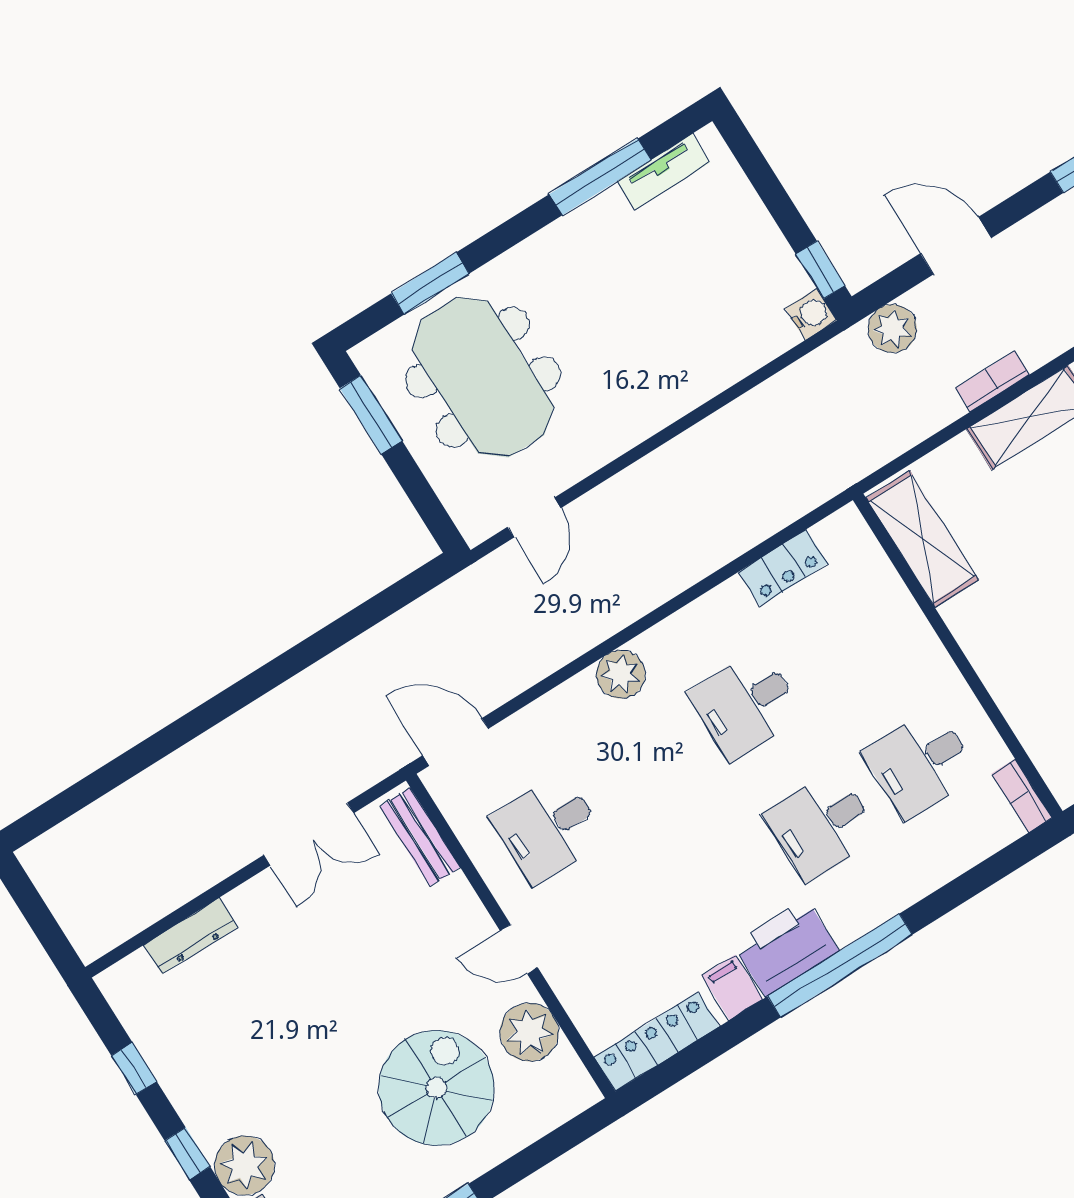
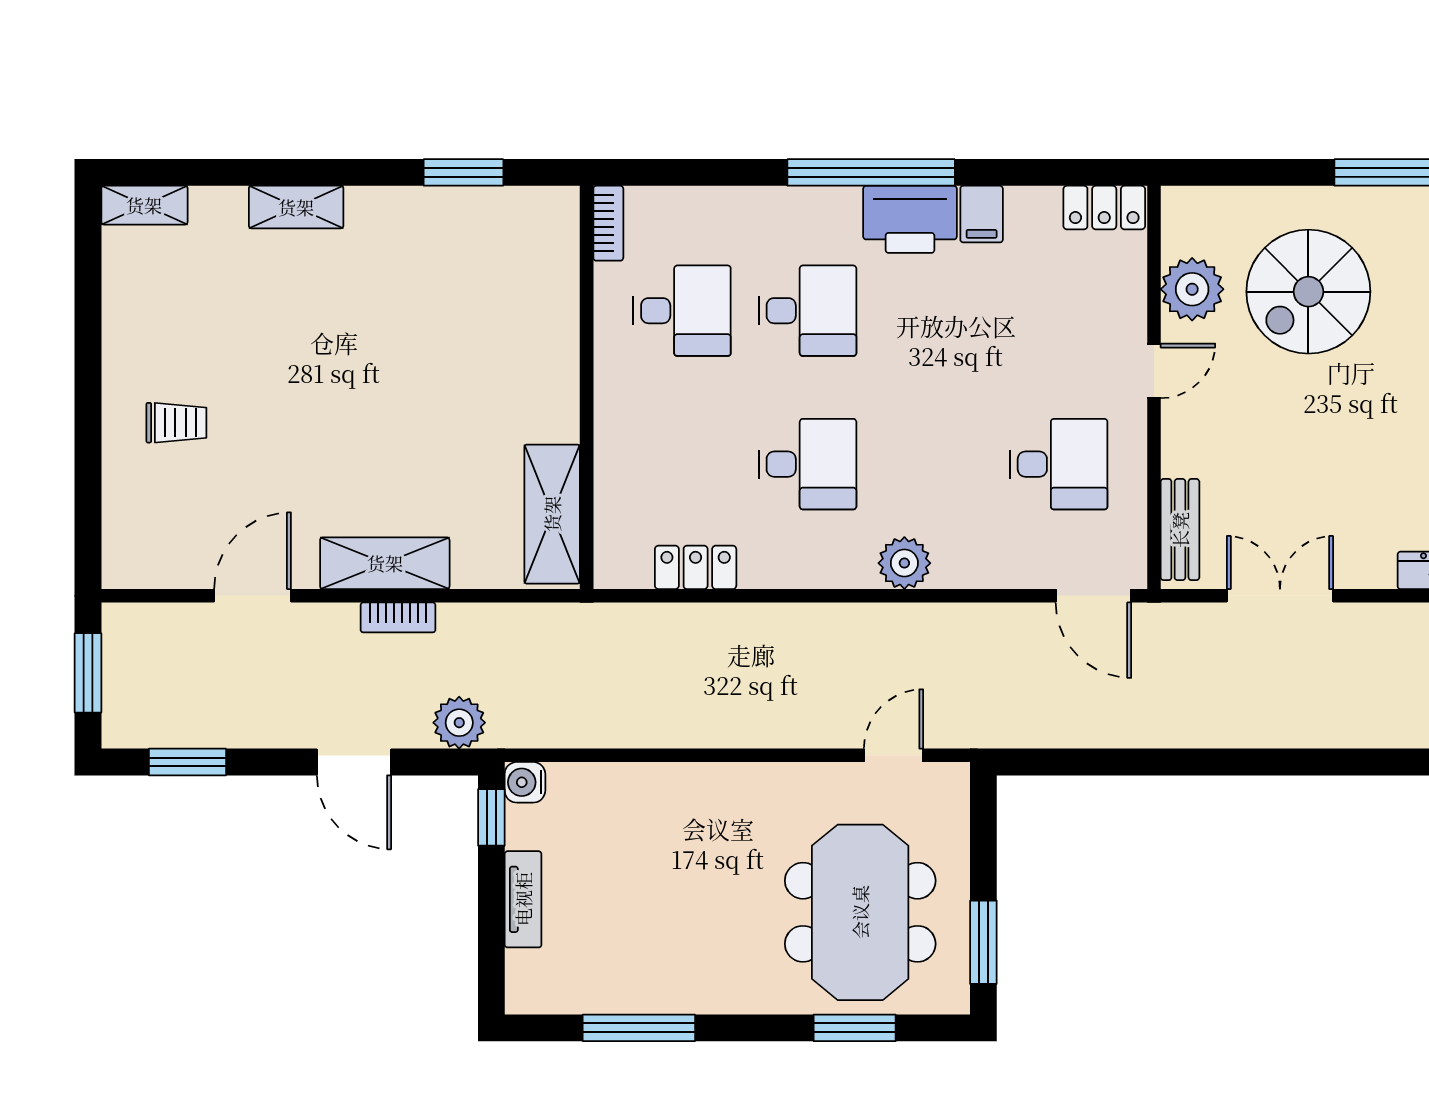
tv unit: (663, 172) -> (523, 899), moved, turned 90
door: (519, 949) -> (1154, 371), hinge flipped
locker: (657, 1042) -> (1104, 208), width x0.66

